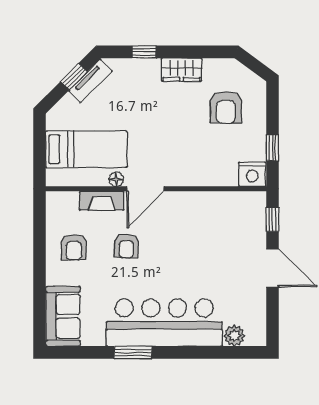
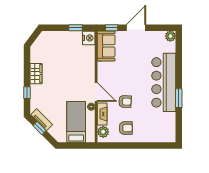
armchair: (226, 107) -> (55, 51), removed
plant: (67, 203) -> (103, 132), added
sofa: (63, 316) -> (106, 46), moved, turned 90
plant: (234, 336) -> (170, 36), moved

